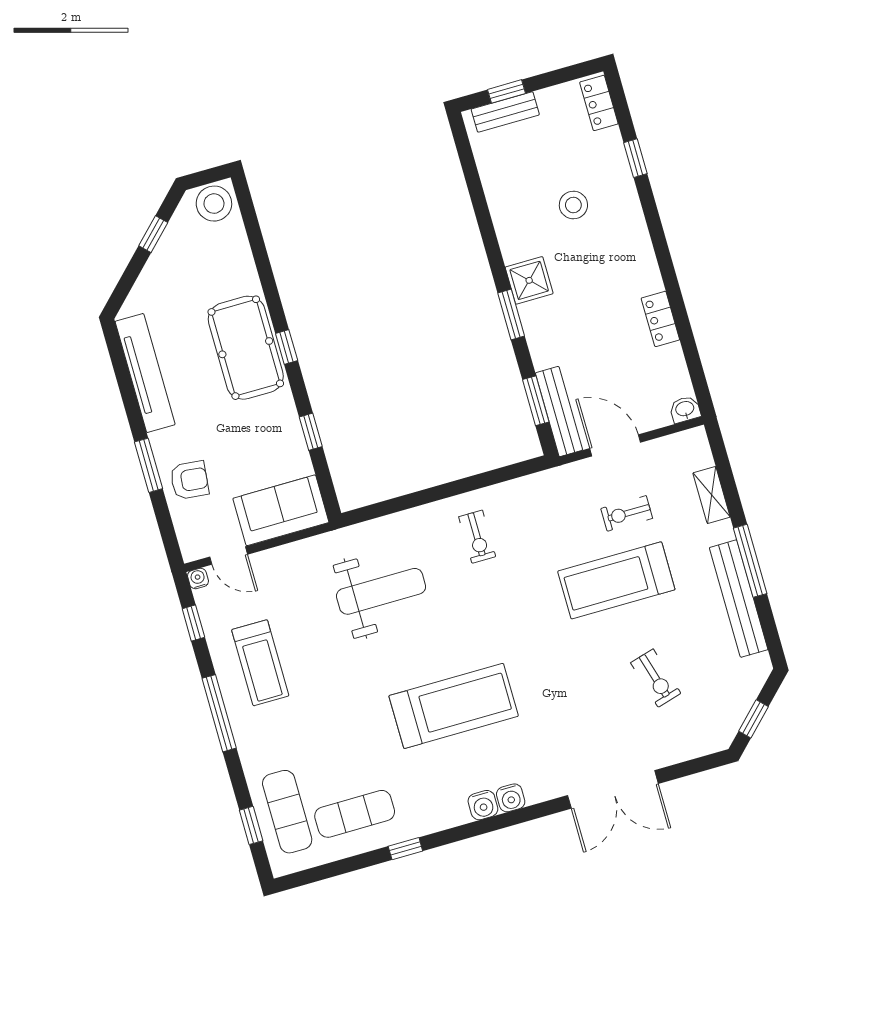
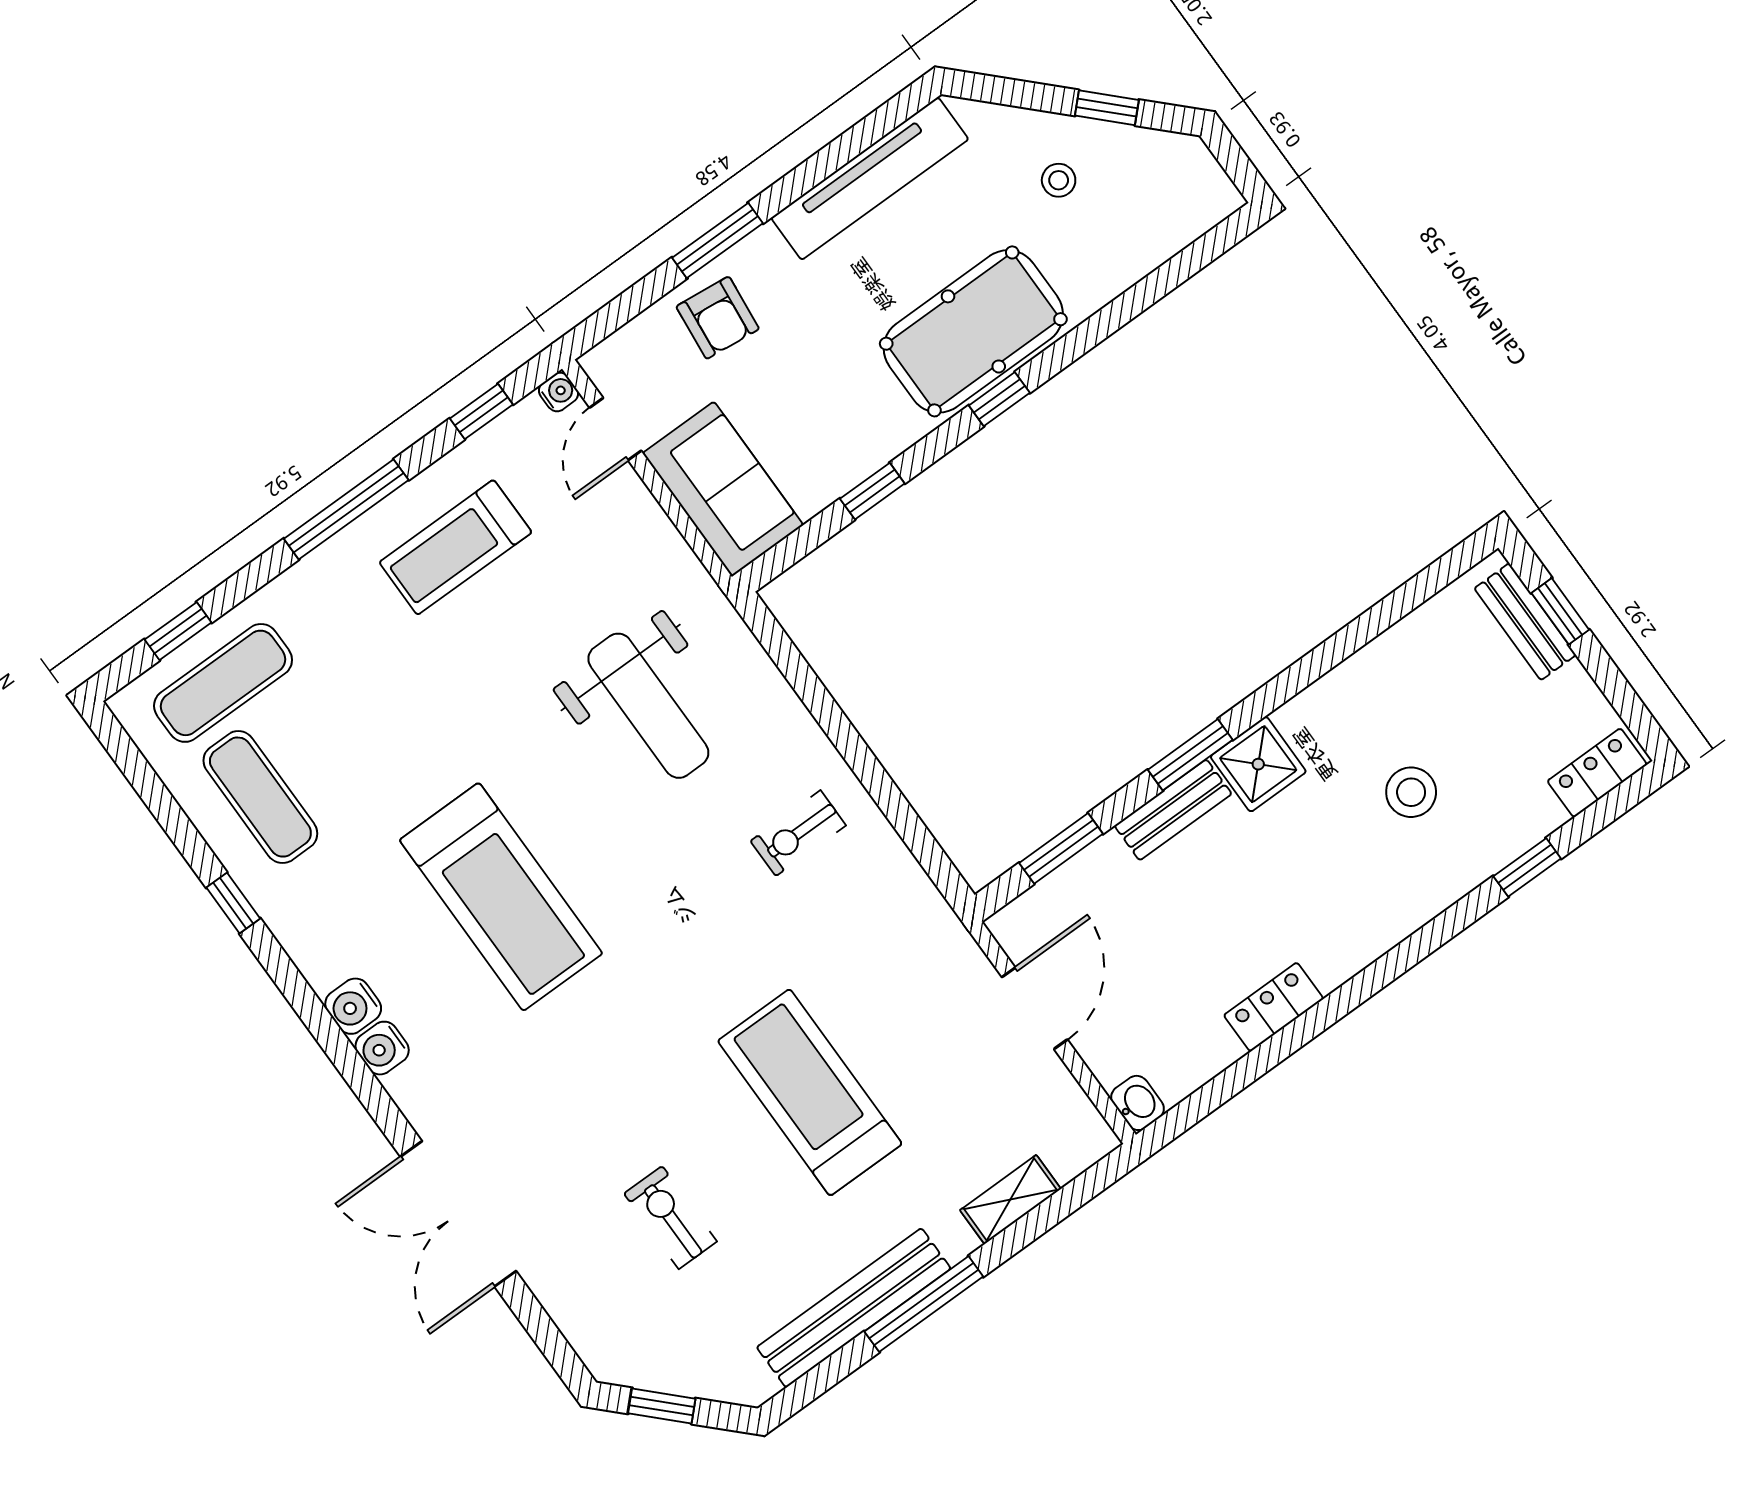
stool: (214, 204) -> (1059, 180), moved, width x0.53, depth x0.53
bench: (559, 412) -> (1173, 810), moved, width x0.73
exercise bike: (627, 513) -> (928, 1069), removed
exercise bike: (656, 678) -> (670, 1218), turned 106

